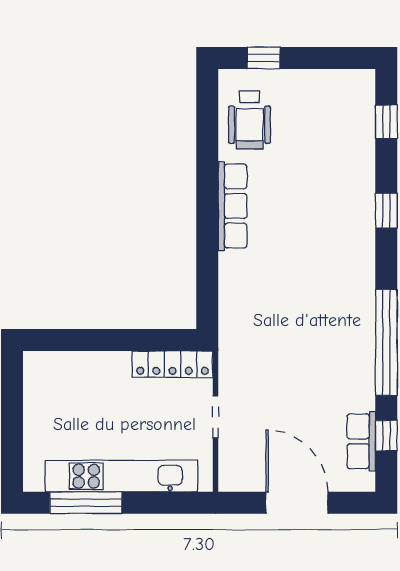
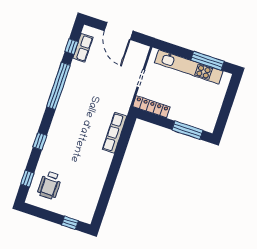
wheelchair: (250, 120) -> (50, 185), moved, turned 180
row of seats: (233, 206) -> (115, 133), moved
window: (79, 340) -> (187, 130), added

